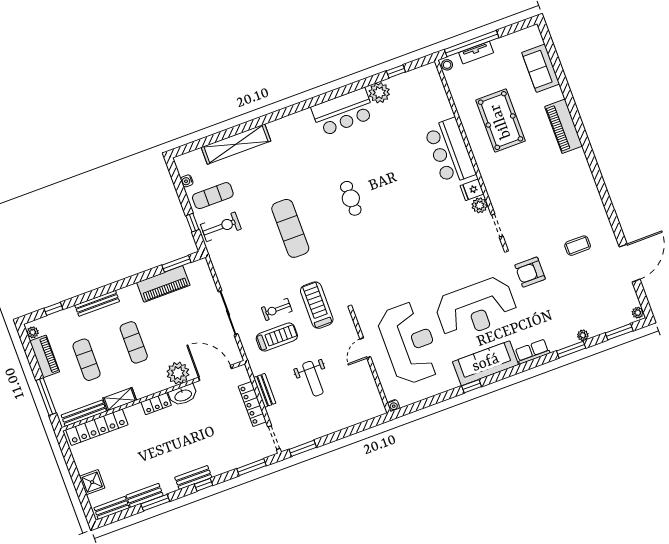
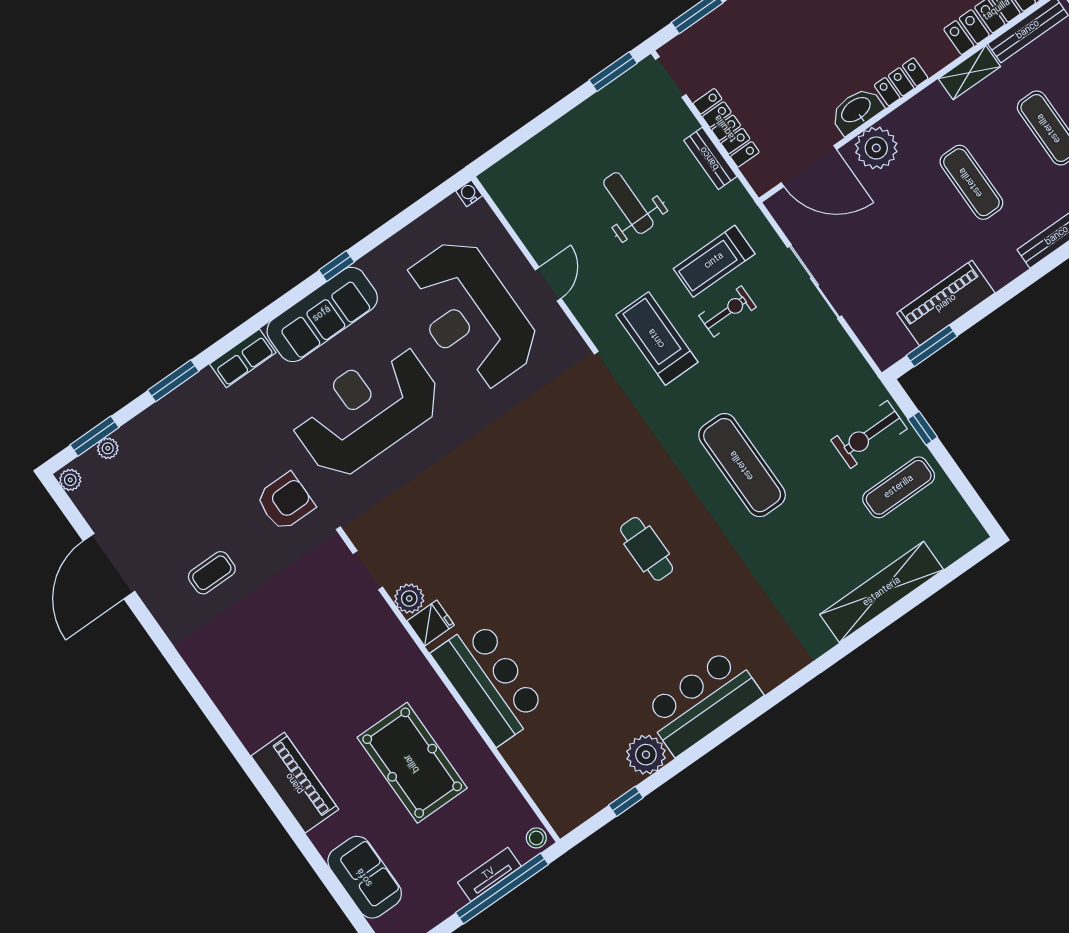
water cooler: (187, 181) -> (953, 501), removed
treadmill: (317, 305) -> (657, 338), turned 180
plant: (583, 335) -> (108, 448), moved

